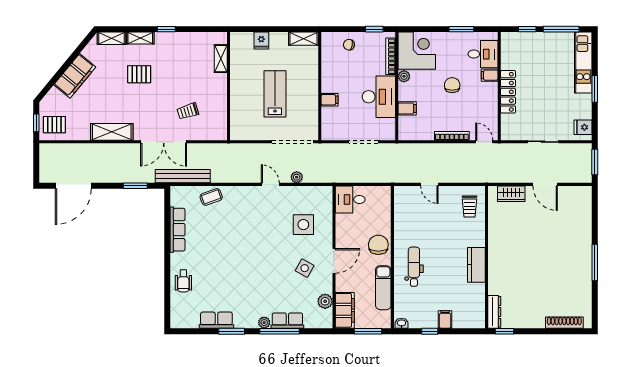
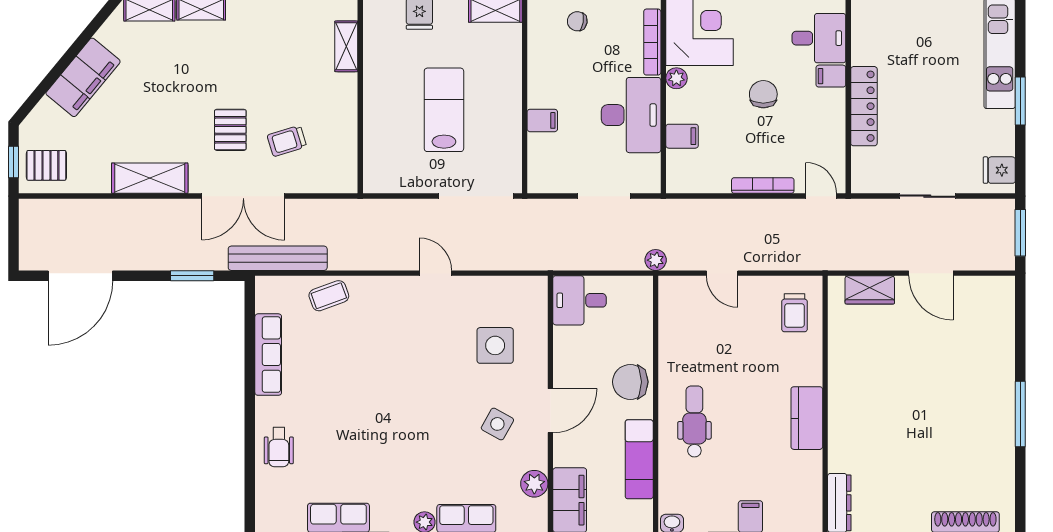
pallet: (139, 74) -> (230, 130), moved, turned 90
plant: (297, 177) -> (656, 260), moved
chair: (378, 245) -> (630, 382), turned -90

